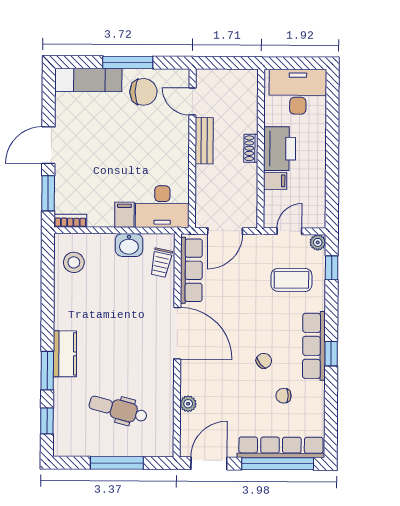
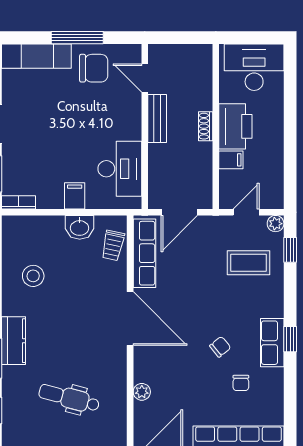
desk: (162, 207) -> (120, 169), moved, turned -90
stool: (74, 262) -> (33, 276), moved
row of seats: (314, 346) -> (272, 343), width x0.68
chair: (284, 396) -> (241, 383), turned -90

